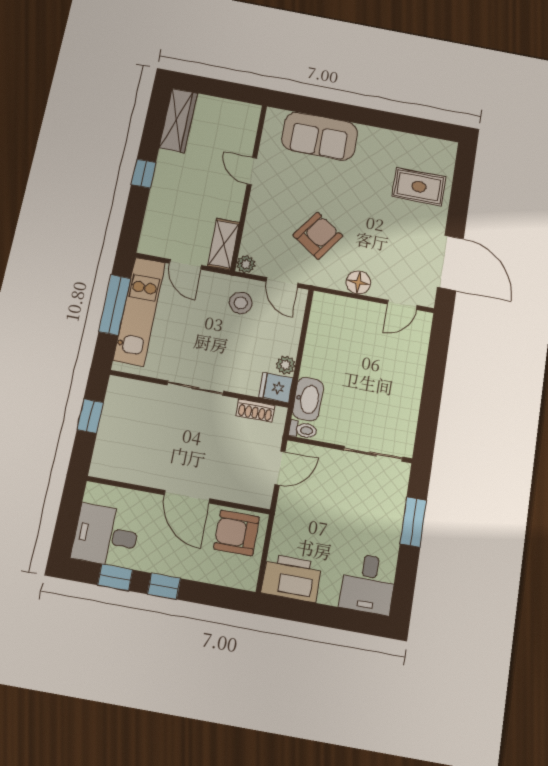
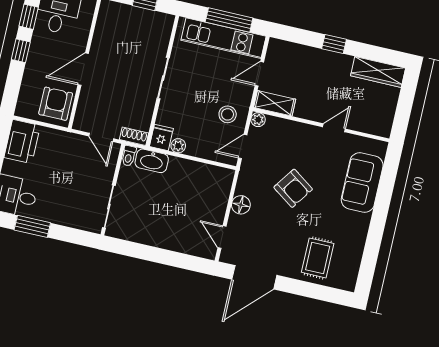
armchair: (318, 236) -> (293, 188), moved
shoe rack: (255, 411) -> (134, 136), moved, turned 90
window: (413, 522) -> (32, 226), moved

